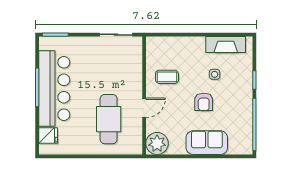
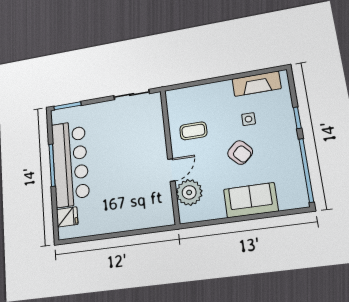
armchair: (204, 102) -> (240, 153), turned -43
cafe table: (109, 119) -> (132, 189), removed
plant: (157, 143) -> (189, 192), moved

